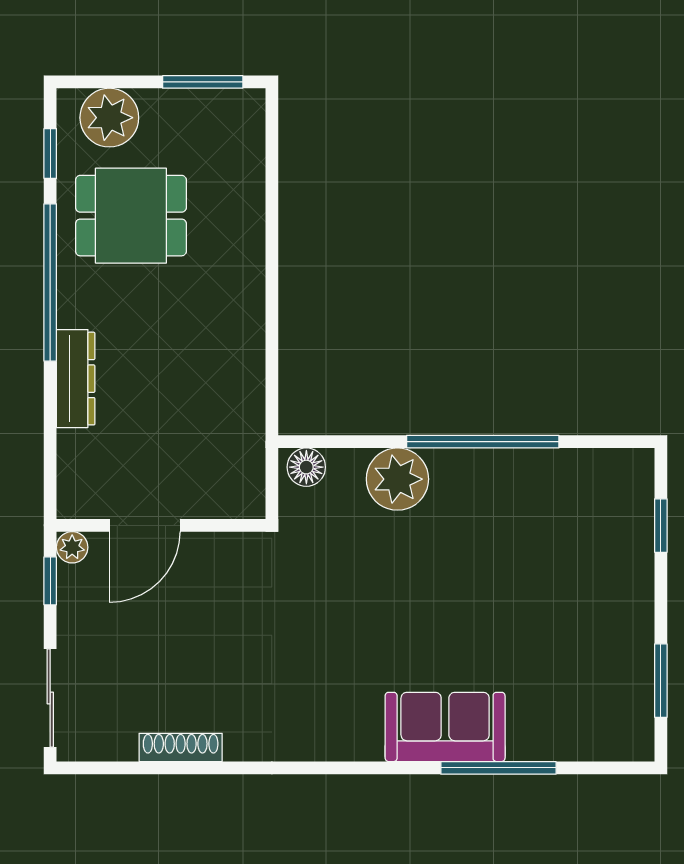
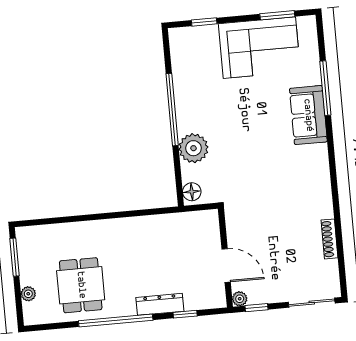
plant: (109, 118) -> (28, 294), width x0.53, depth x0.53
window: (50, 153) -> (185, 314), moved
corner sofa: (596, 637) -> (259, 48), added

